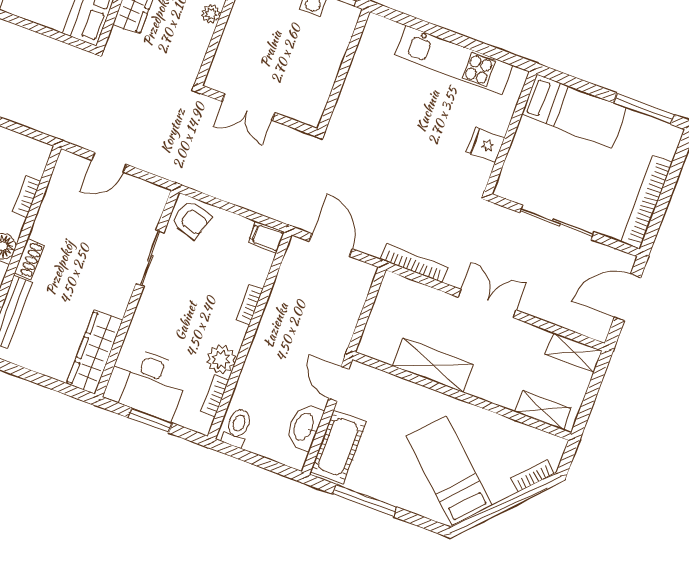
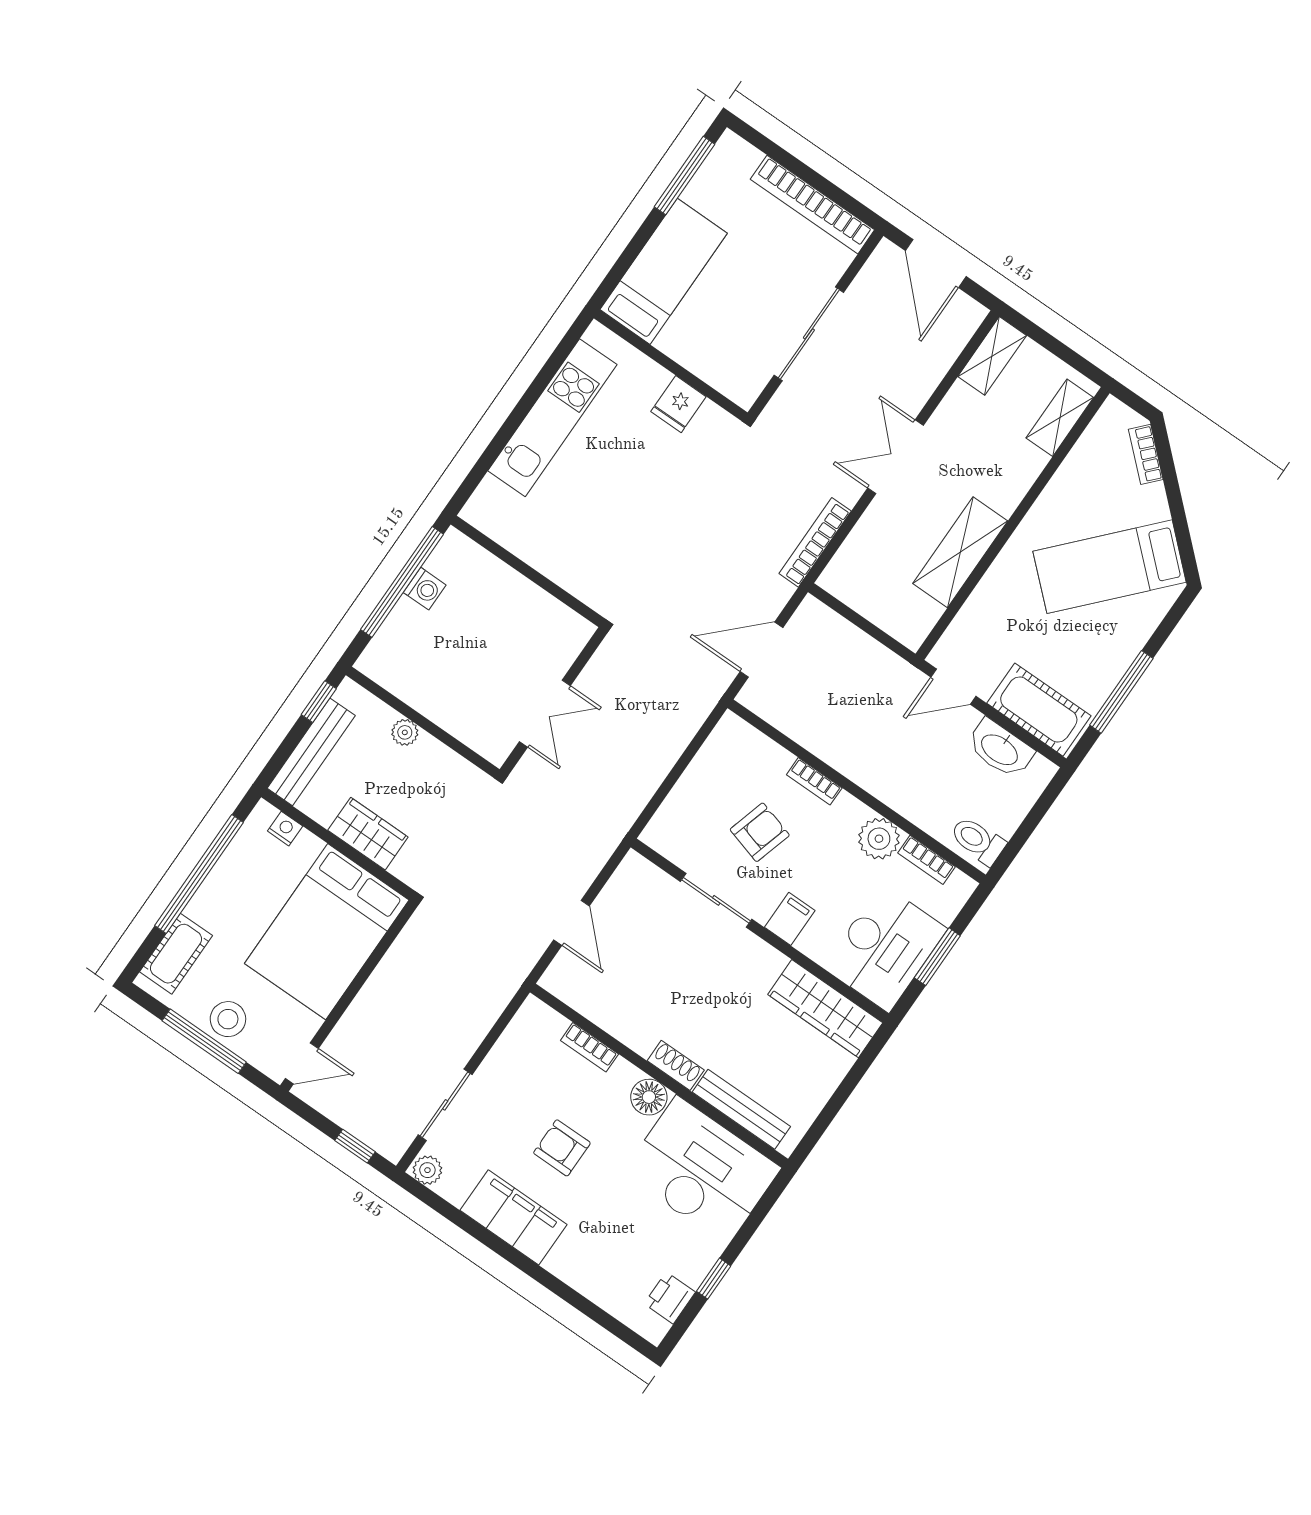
armchair: (191, 219) -> (760, 832), moved
filing cabinet: (266, 237) -> (790, 919), moved, turned 180

